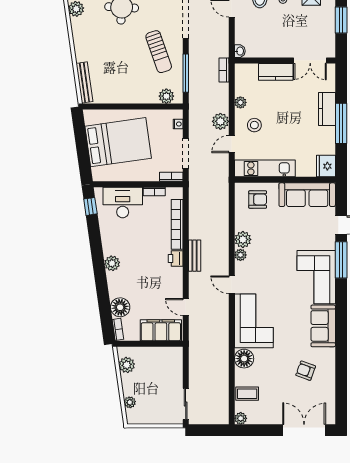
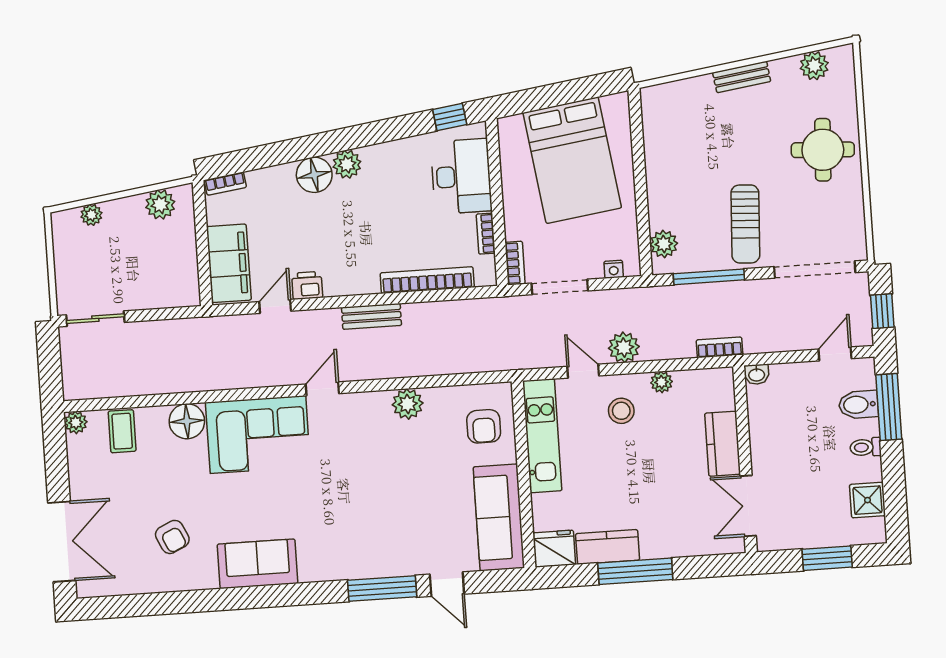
sun lounger: (159, 52) -> (745, 224), turned -68
bench: (84, 82) -> (742, 77), moved, width x0.73
kitchen counter: (327, 109) -> (608, 547), moved
plant: (240, 255) -> (379, 401), removed
printer: (176, 258) -> (307, 285), moved
corner sofa: (316, 277) -> (347, 545), removed
floor lamp: (120, 307) -> (314, 175), moved
armchair: (306, 371) -> (172, 537), turned 135

